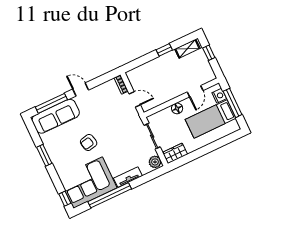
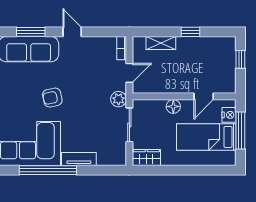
shelving: (187, 49) -> (161, 43), moved
door: (135, 99) -> (129, 73), hinge flipped
window: (51, 103) -> (31, 32), width x0.69
plant: (155, 162) -> (119, 99), moved

